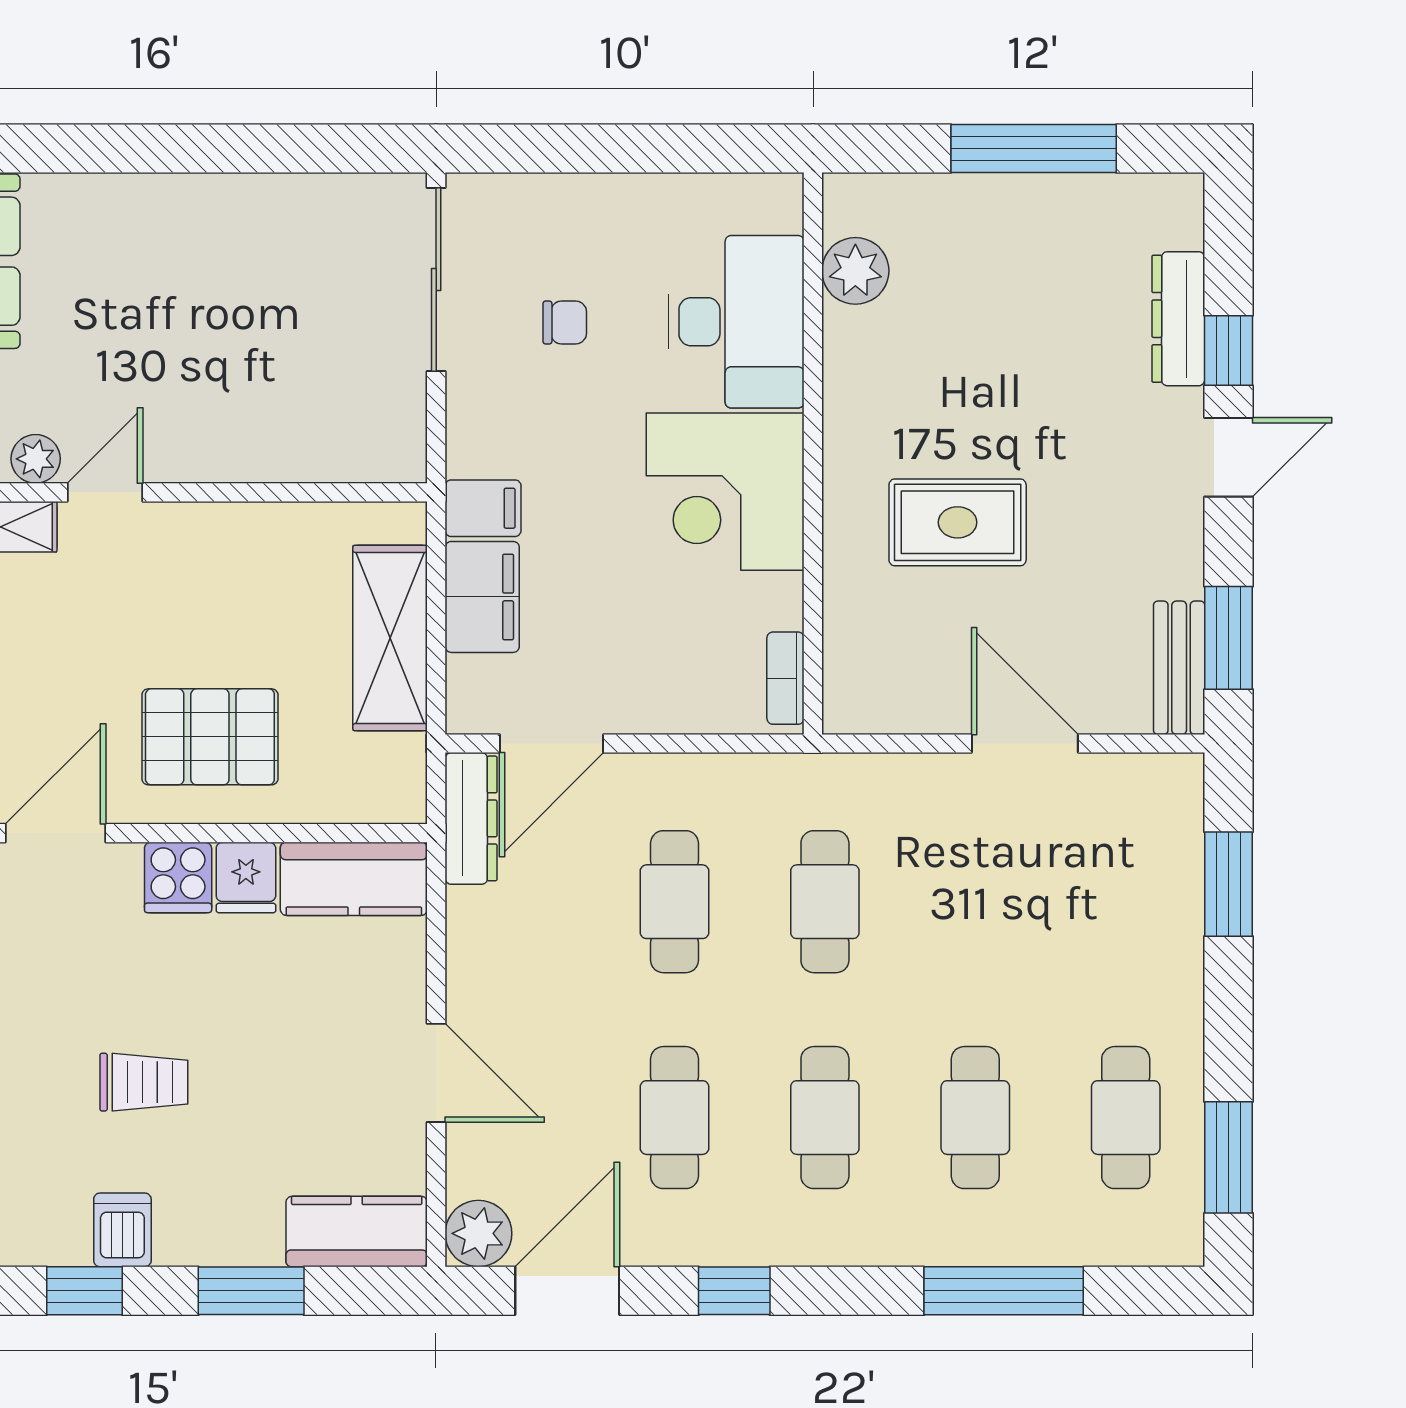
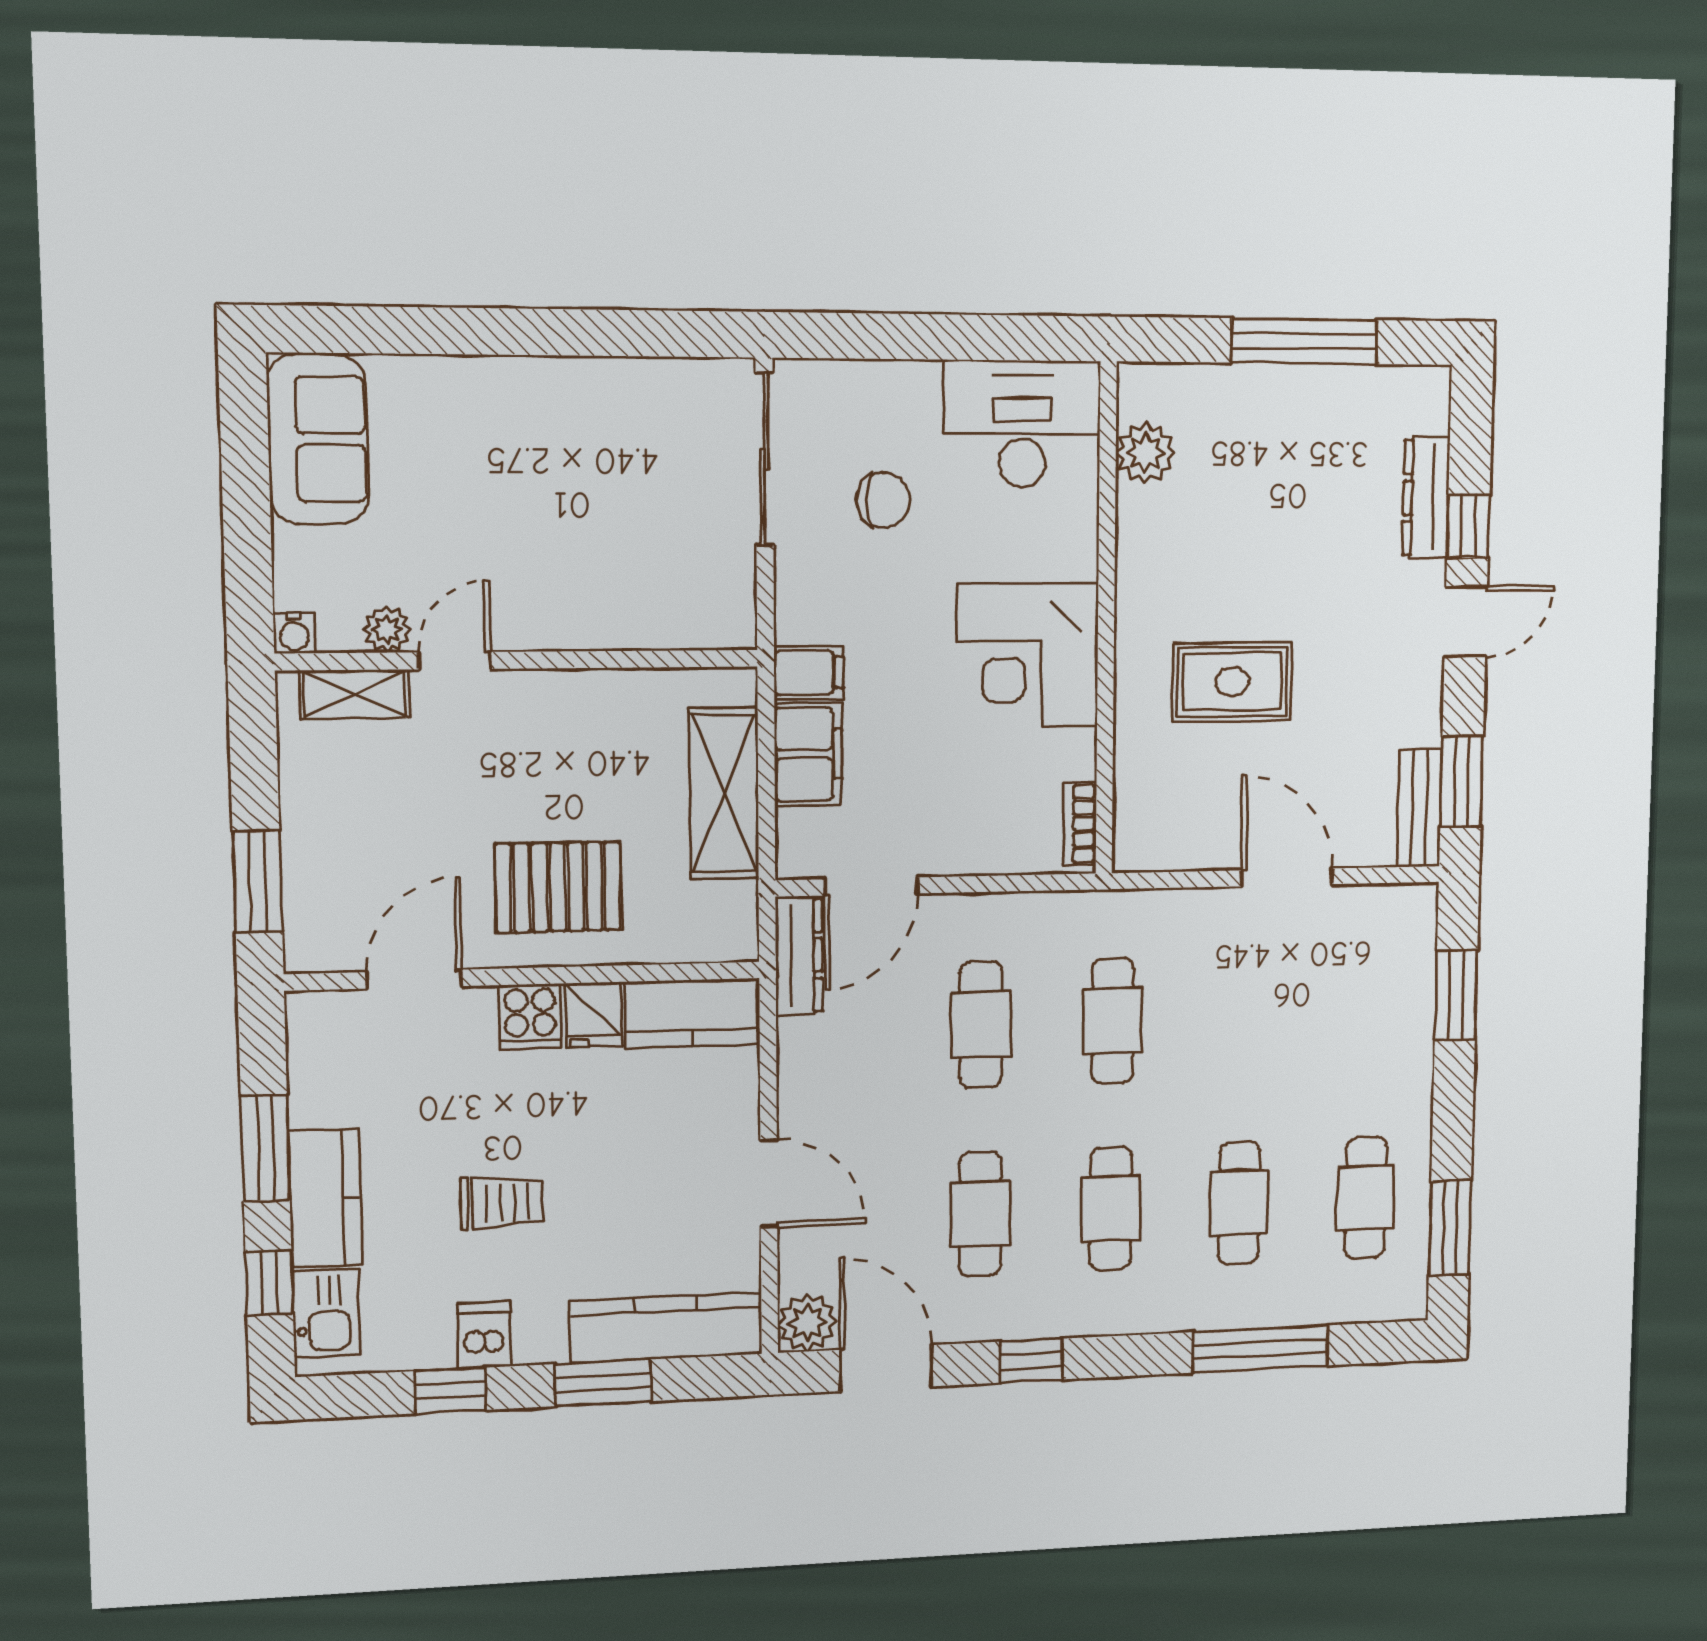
chair: (565, 322) -> (883, 500), width x1.37, depth x1.37
desk: (736, 322) -> (1022, 424), moved, turned -90
kitchen counter: (357, 1231) -> (666, 1328), width x1.50
door: (567, 1291) -> (886, 1368), hinge flipped

